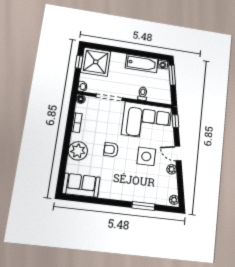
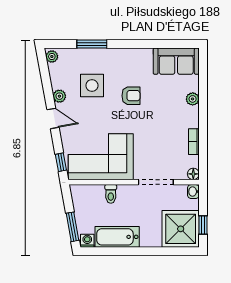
armchair: (111, 150) -> (131, 96), moved
plant: (78, 151) -> (193, 99), width x0.53, depth x0.53
side table: (146, 156) -> (92, 86), moved

